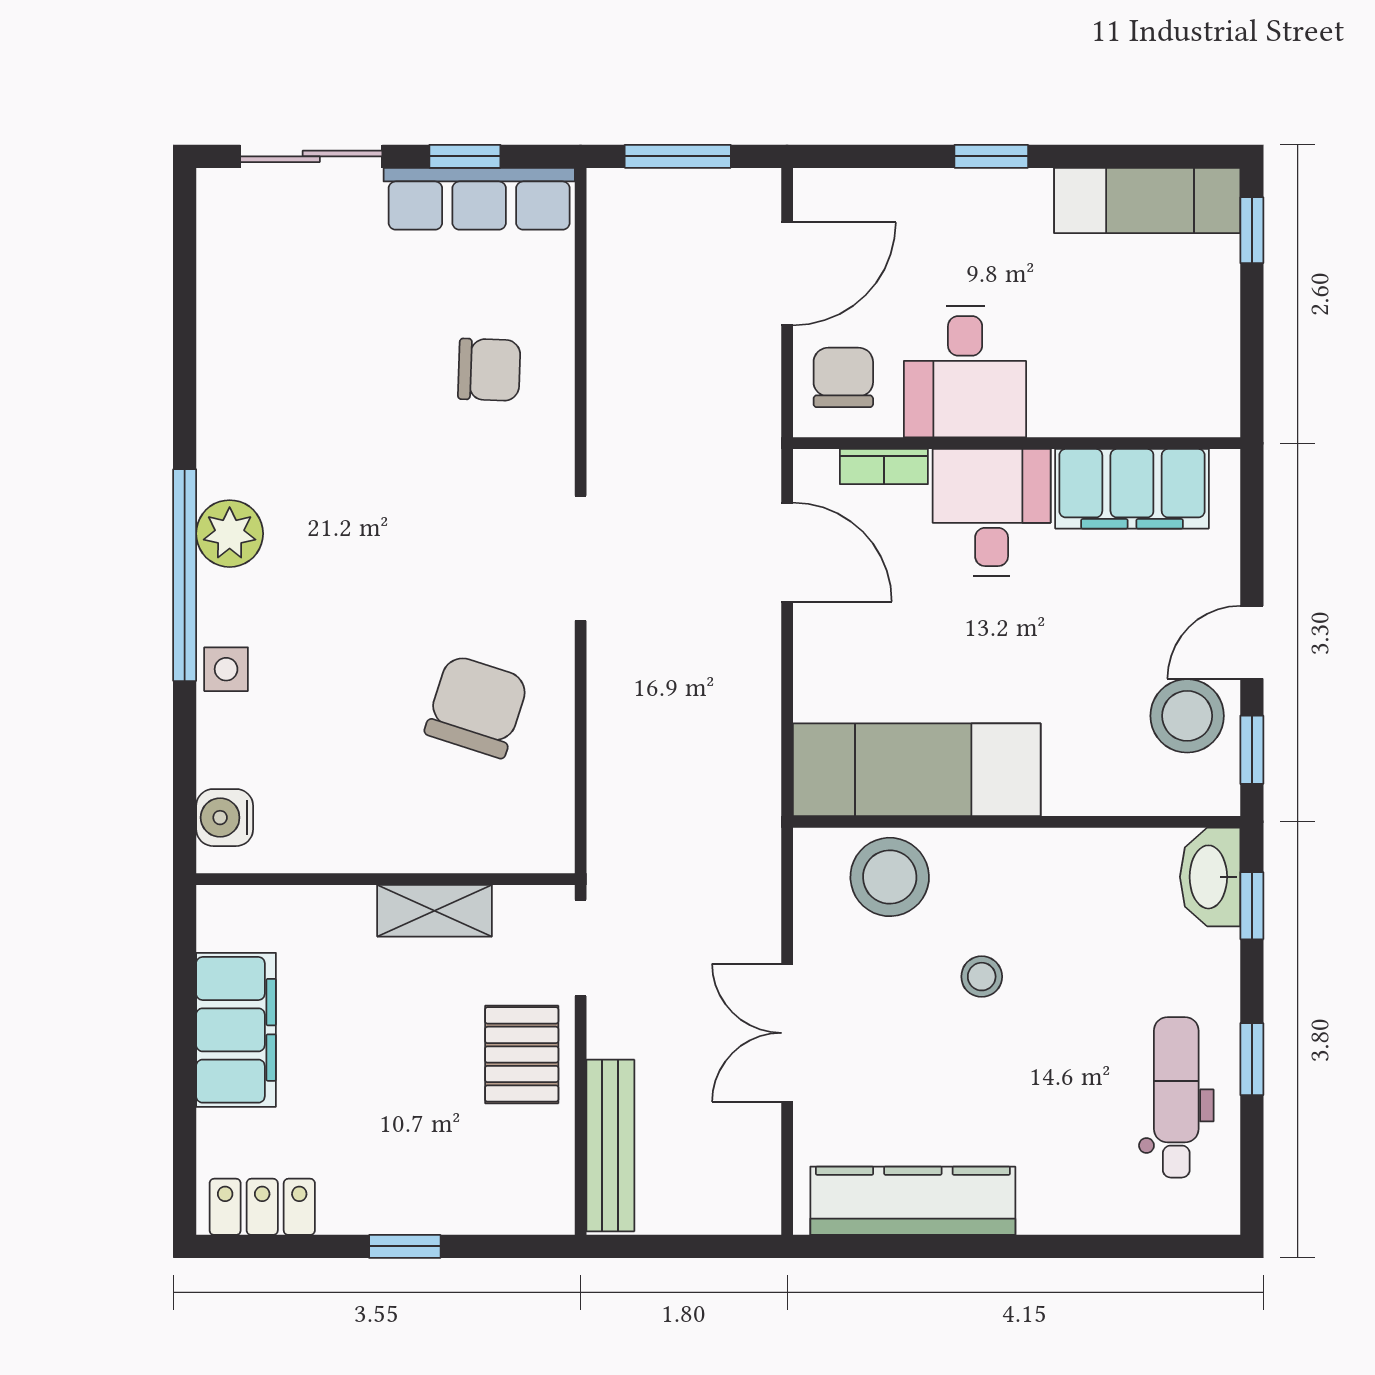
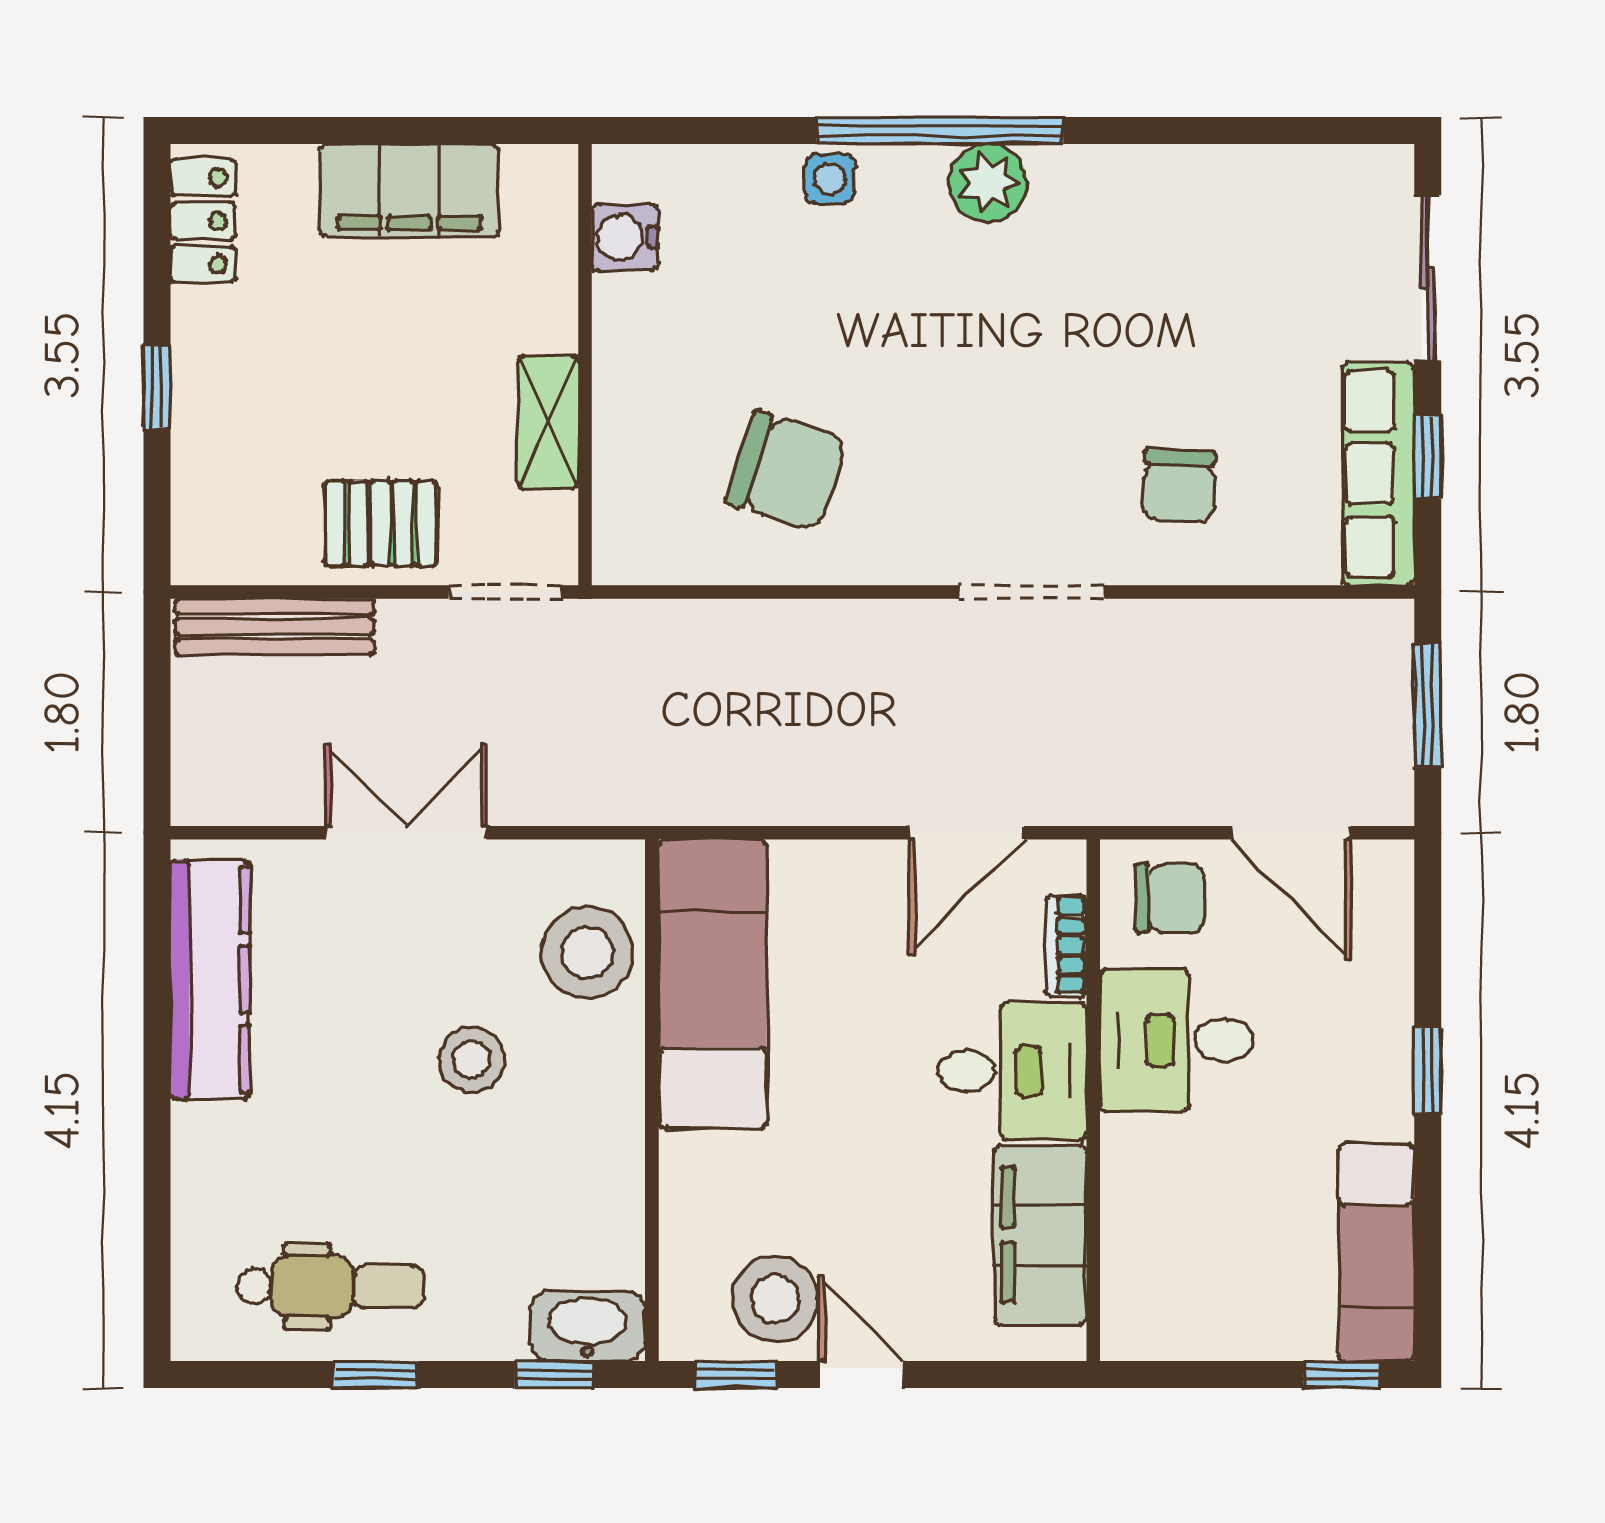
doorway: (581, 558) -> (1032, 592), moved
water cooler: (225, 818) -> (625, 237), moved, turned -90
stool: (982, 977) -> (472, 1060), width x1.37, depth x1.37

